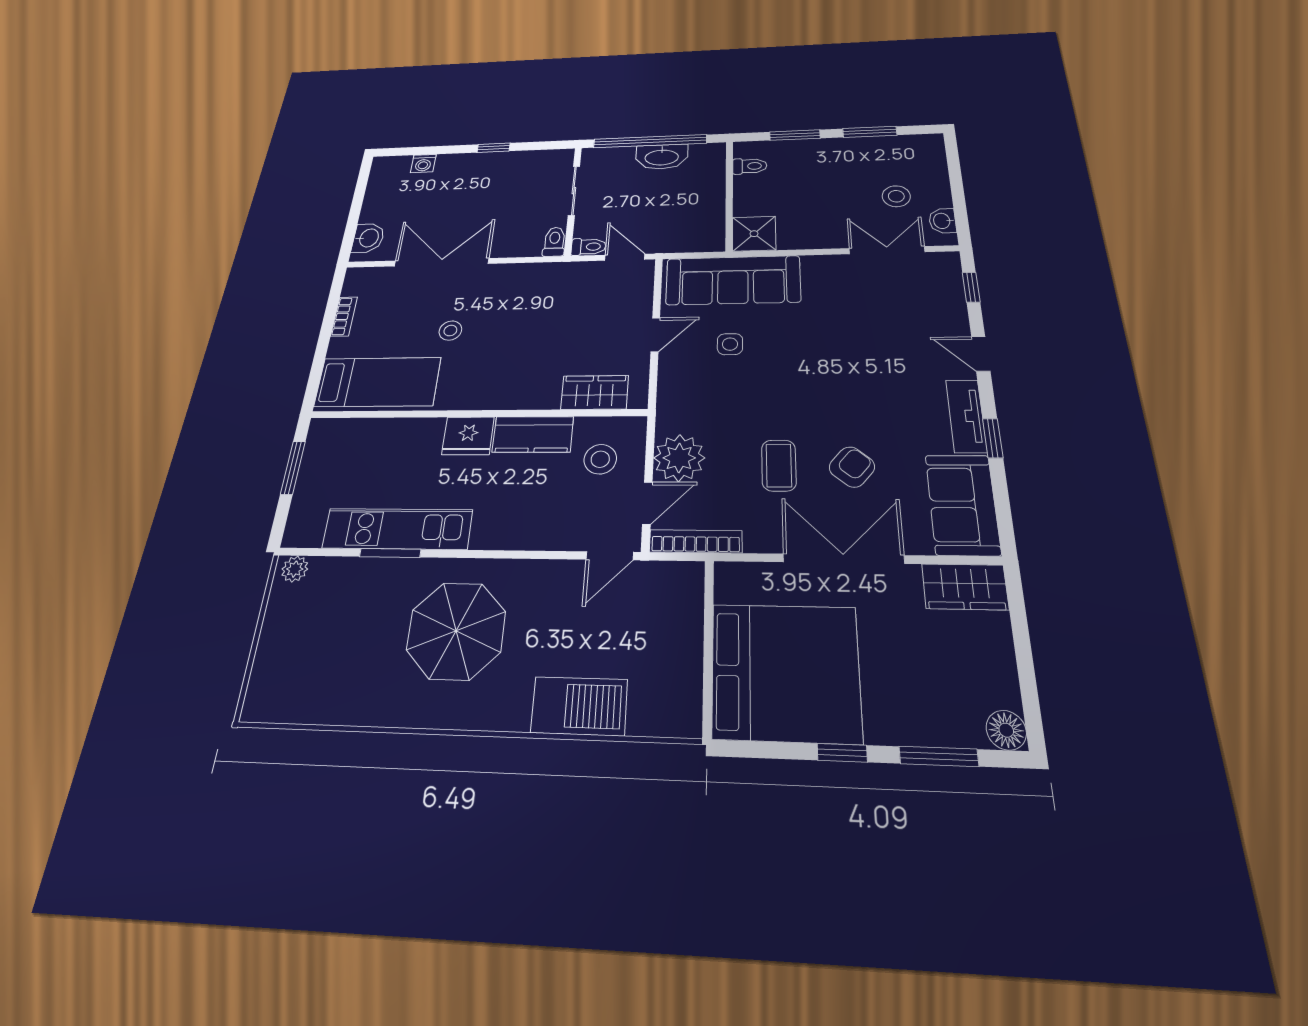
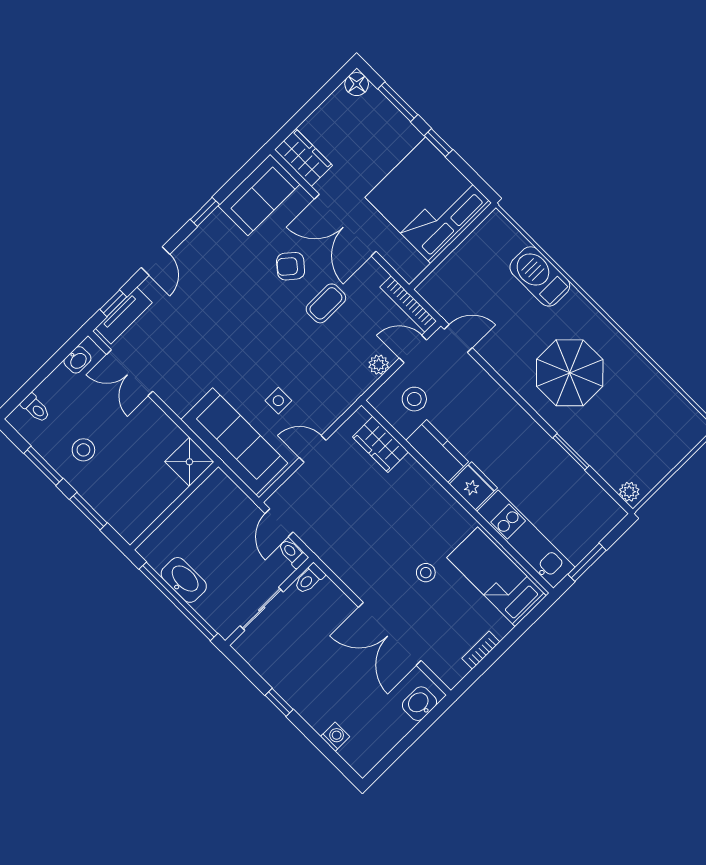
toilet: (750, 166) -> (35, 408), moved, turned 180
stool: (896, 196) -> (83, 450), moved
tv unit: (966, 416) -> (124, 315), moved
plant: (679, 458) -> (379, 365), width x0.53, depth x0.53
kitchen unit: (397, 529) -> (526, 539), moved, turned 180

